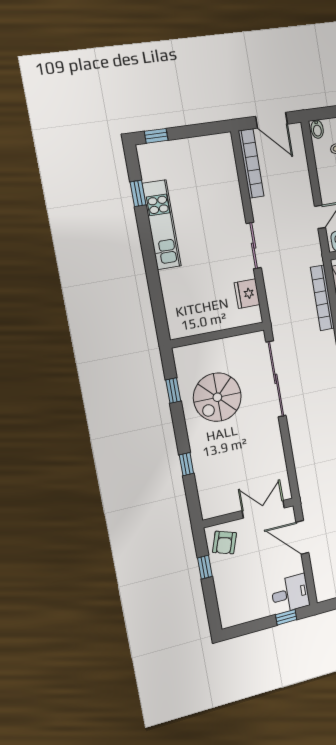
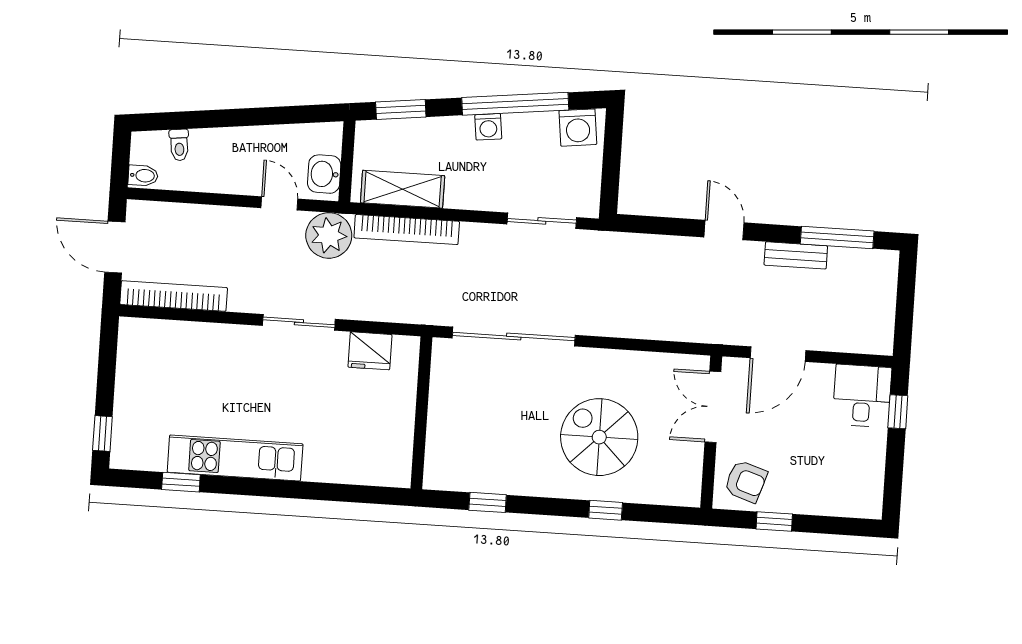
door: (272, 120) -> (115, 247), swing flipped
plant: (308, 252) -> (329, 235), added
spiral stairs: (217, 397) -> (599, 437), moved, turned 180

